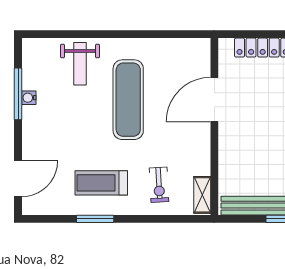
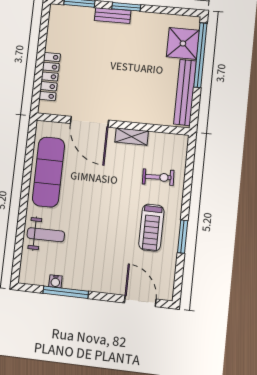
water cooler: (29, 98) -> (55, 281), moved
exercise mat: (128, 100) -> (48, 172), moved, turned 90
shelving: (202, 195) -> (132, 137), moved

